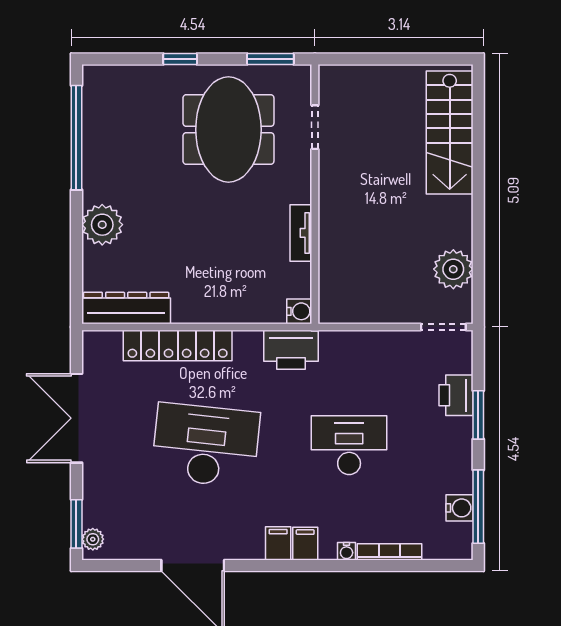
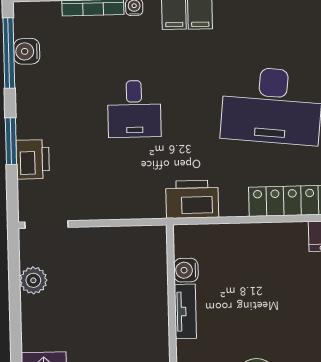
plant: (453, 269) -> (33, 280), width x0.73, depth x0.73
water cooler: (299, 311) -> (186, 270), moved
desk: (349, 445) -> (134, 109), width x0.73

